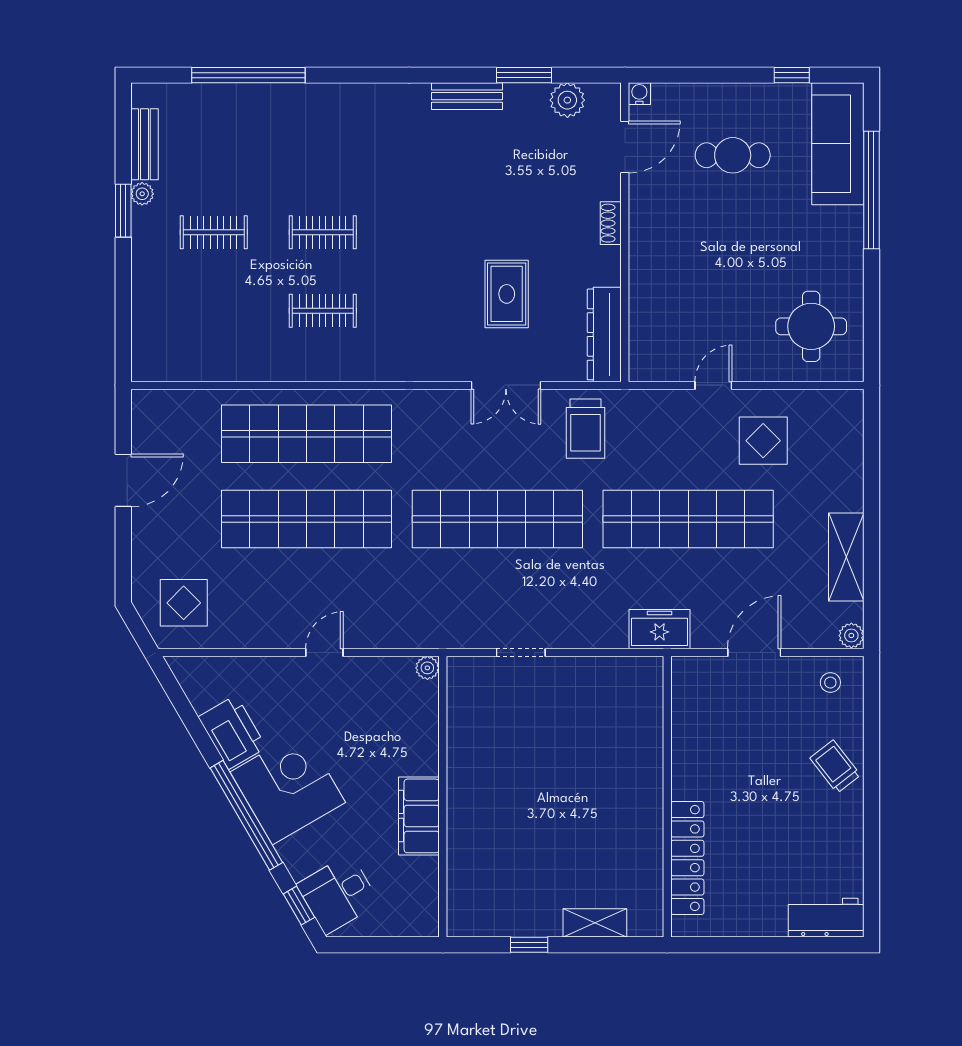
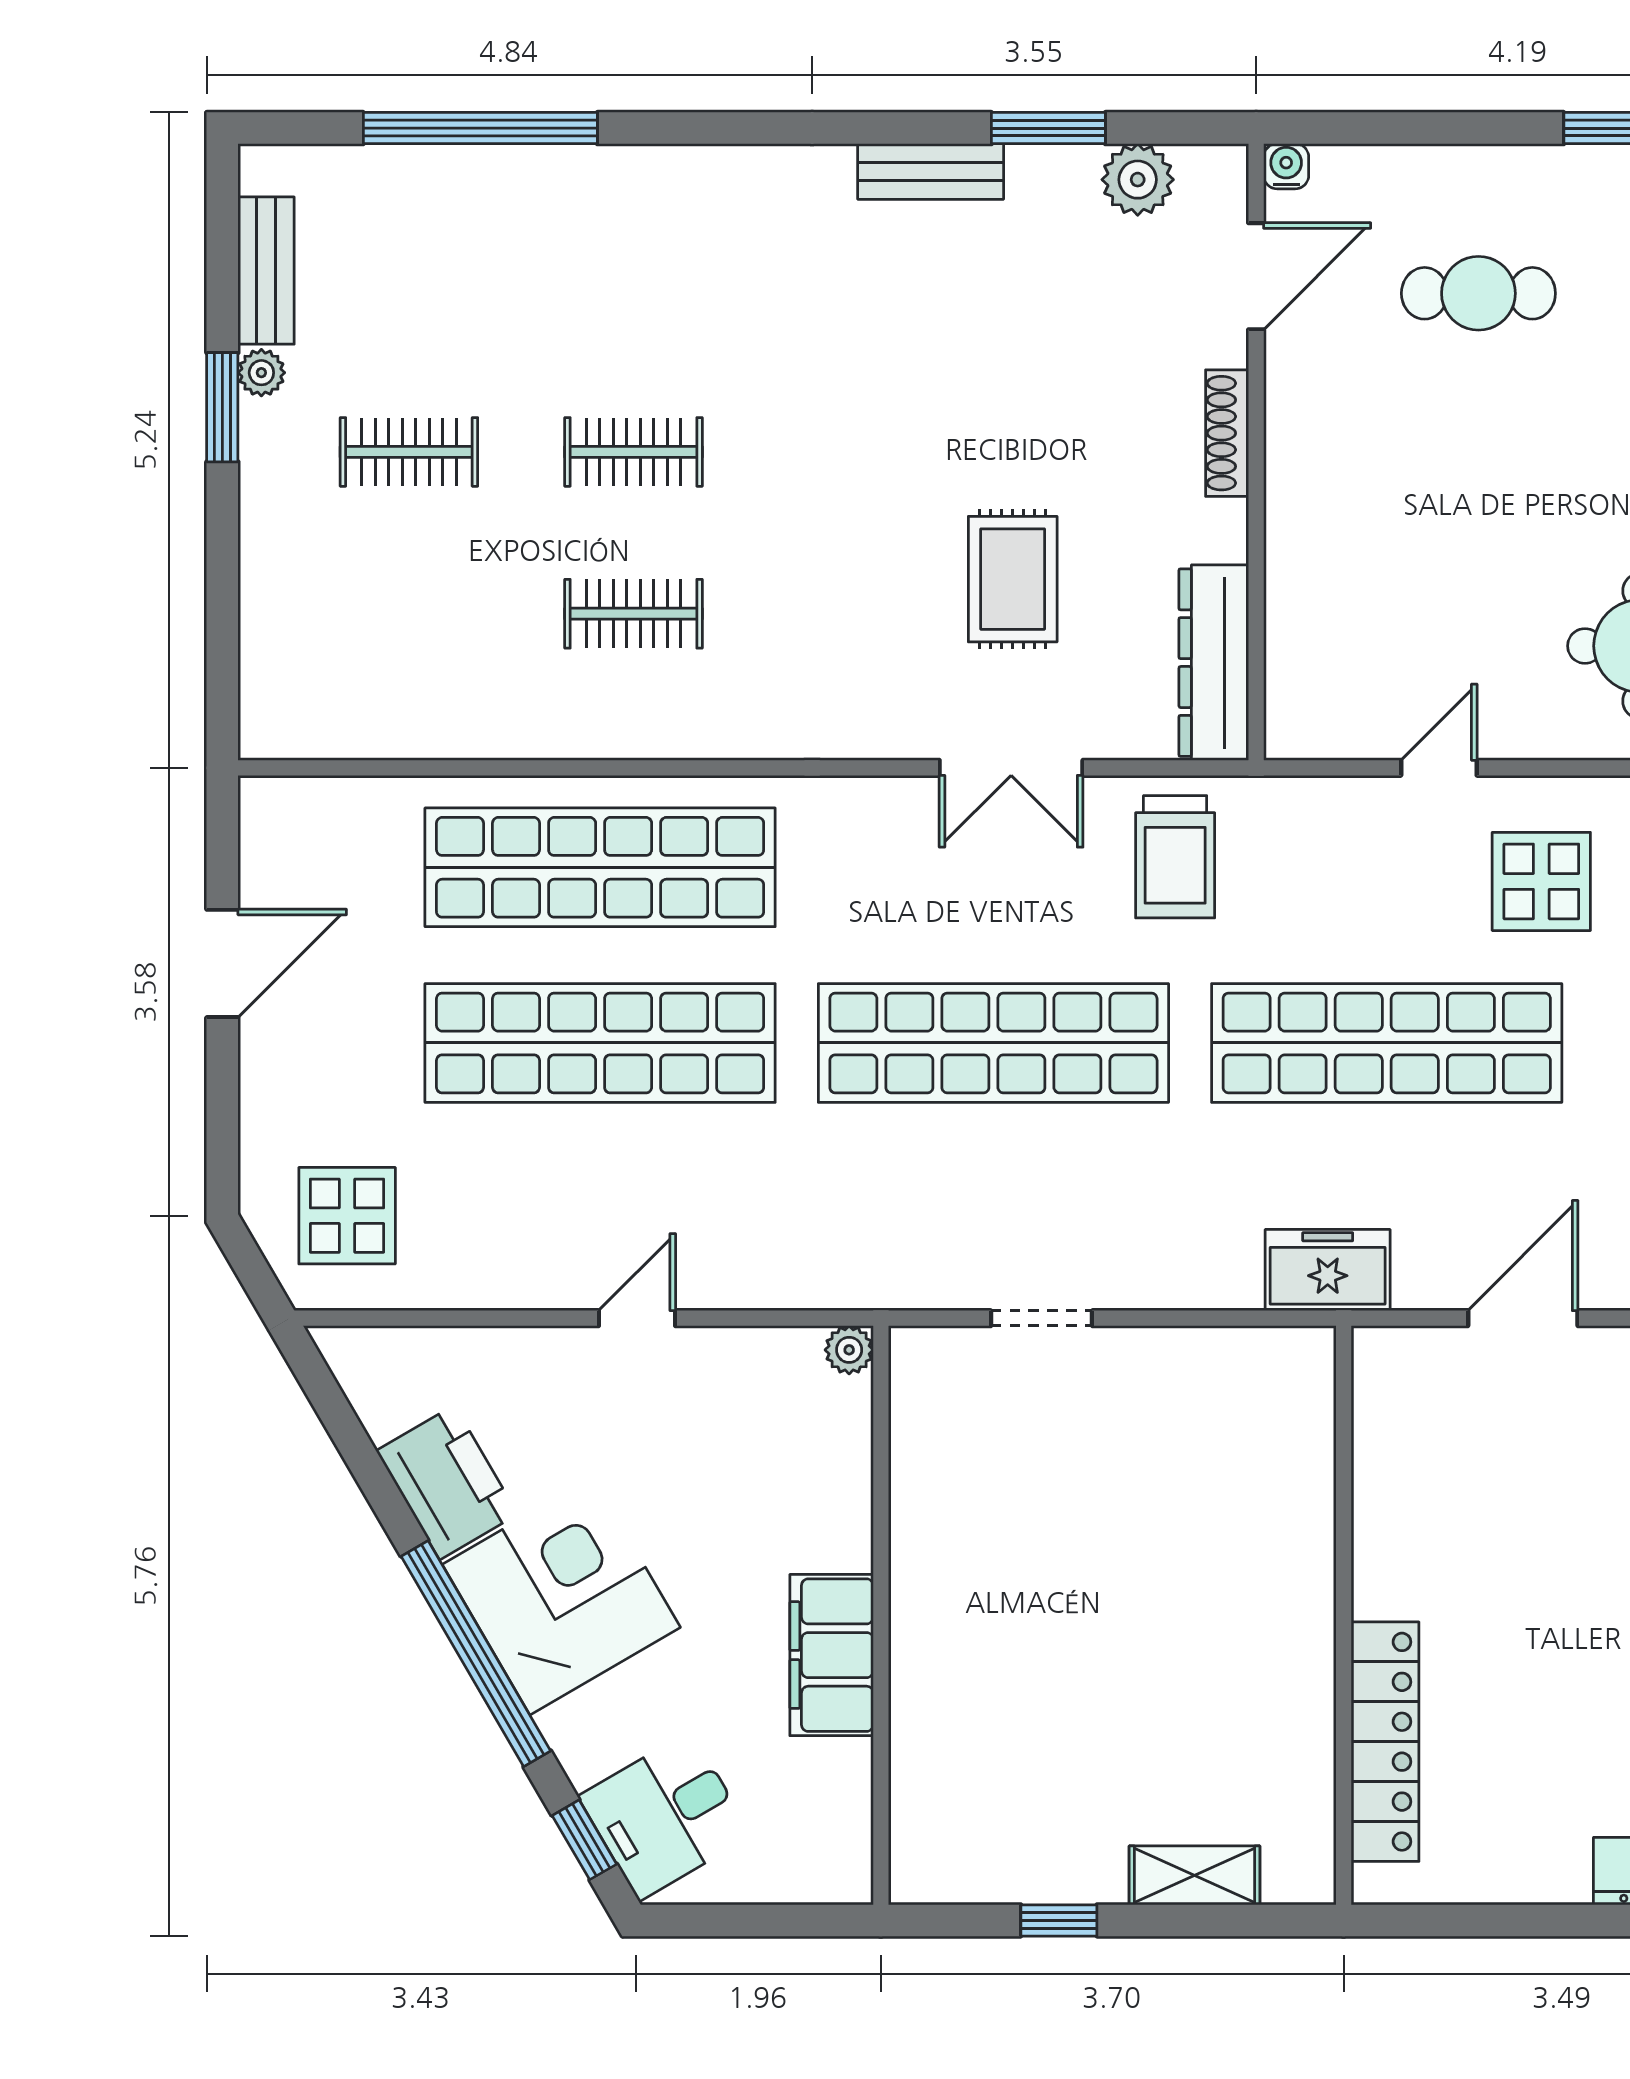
shoe rack: (611, 223) -> (1227, 433), width x1.43

